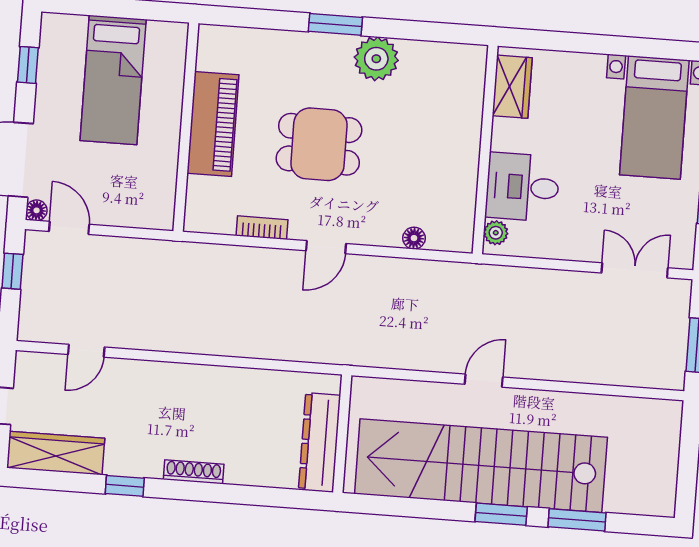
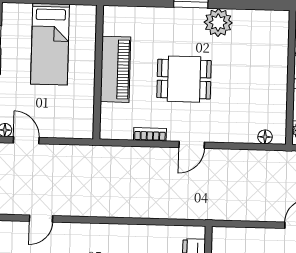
floor lamp: (414, 238) -> (265, 137), moved

